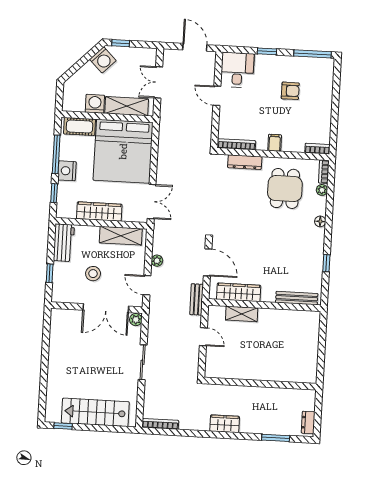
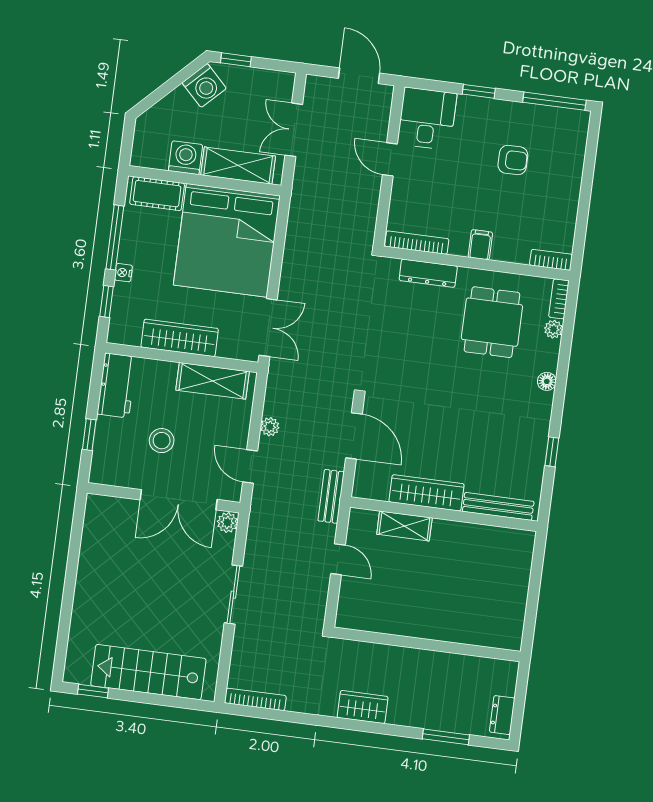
nightstand: (67, 171) -> (123, 273), width x0.53, depth x0.56
wardrobe: (239, 292) -> (426, 493), moved

